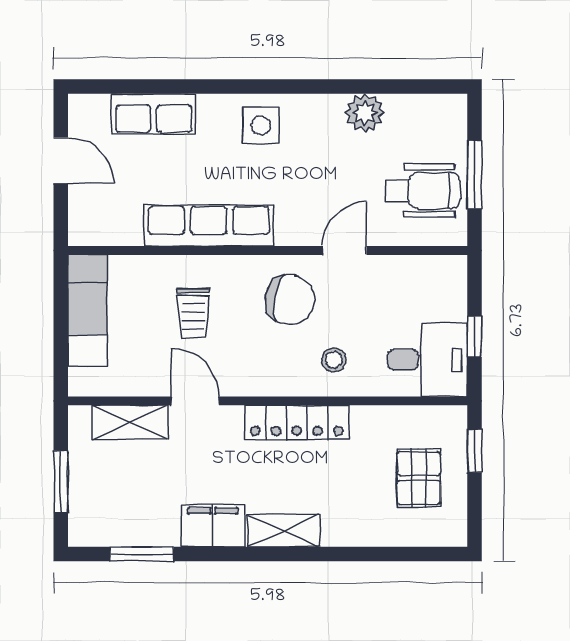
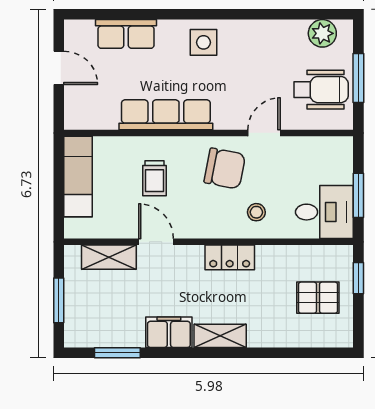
plant: (365, 113) -> (322, 33), moved
window: (475, 337) -> (358, 195), width x1.50
locker: (297, 422) -> (230, 257), width x0.66
pallet: (419, 478) -> (318, 298), turned 90

